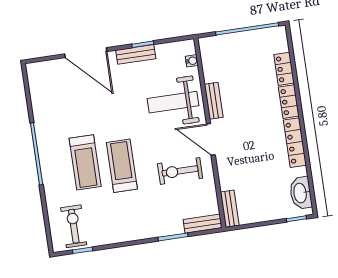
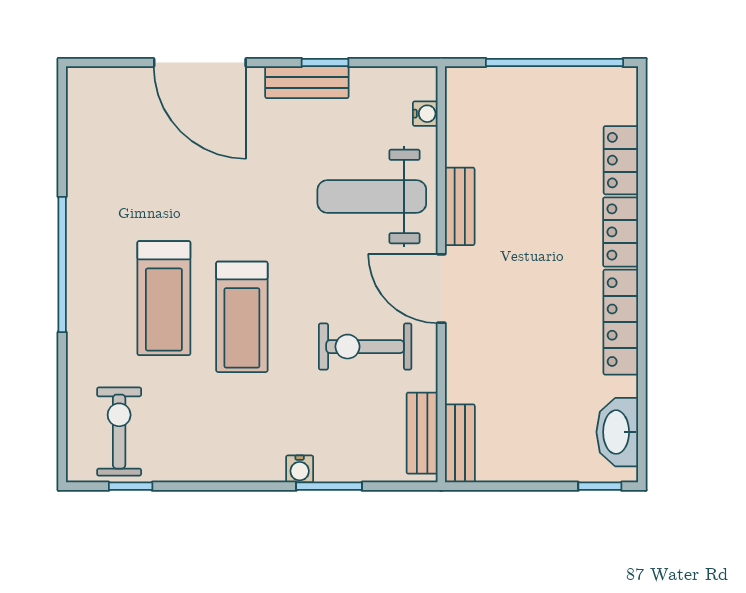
treadmill: (122, 166) -> (242, 317), turned 180
bench: (203, 224) -> (422, 433), moved, turned 90
water cooler: (158, 231) -> (300, 469), added

